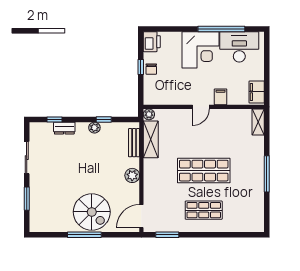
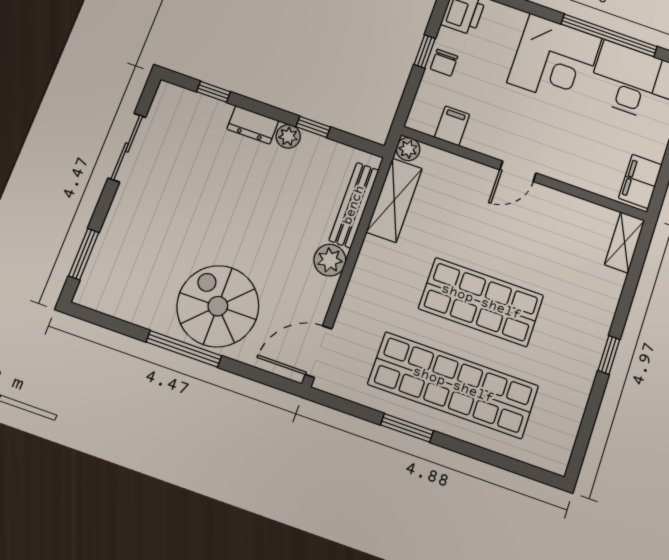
filing cabinet: (221, 97) -> (452, 126), moved
dresser: (64, 128) -> (253, 125), moved
bench: (134, 143) -> (354, 205), width x1.36
window: (267, 174) -> (609, 355), width x0.46
window: (27, 199) -> (84, 254), moved
shop shelf: (204, 210) -> (453, 385), width x2.00, depth x1.36
spiral stairs: (92, 212) -> (218, 306), turned 180
window: (167, 235) -> (407, 428), moved

